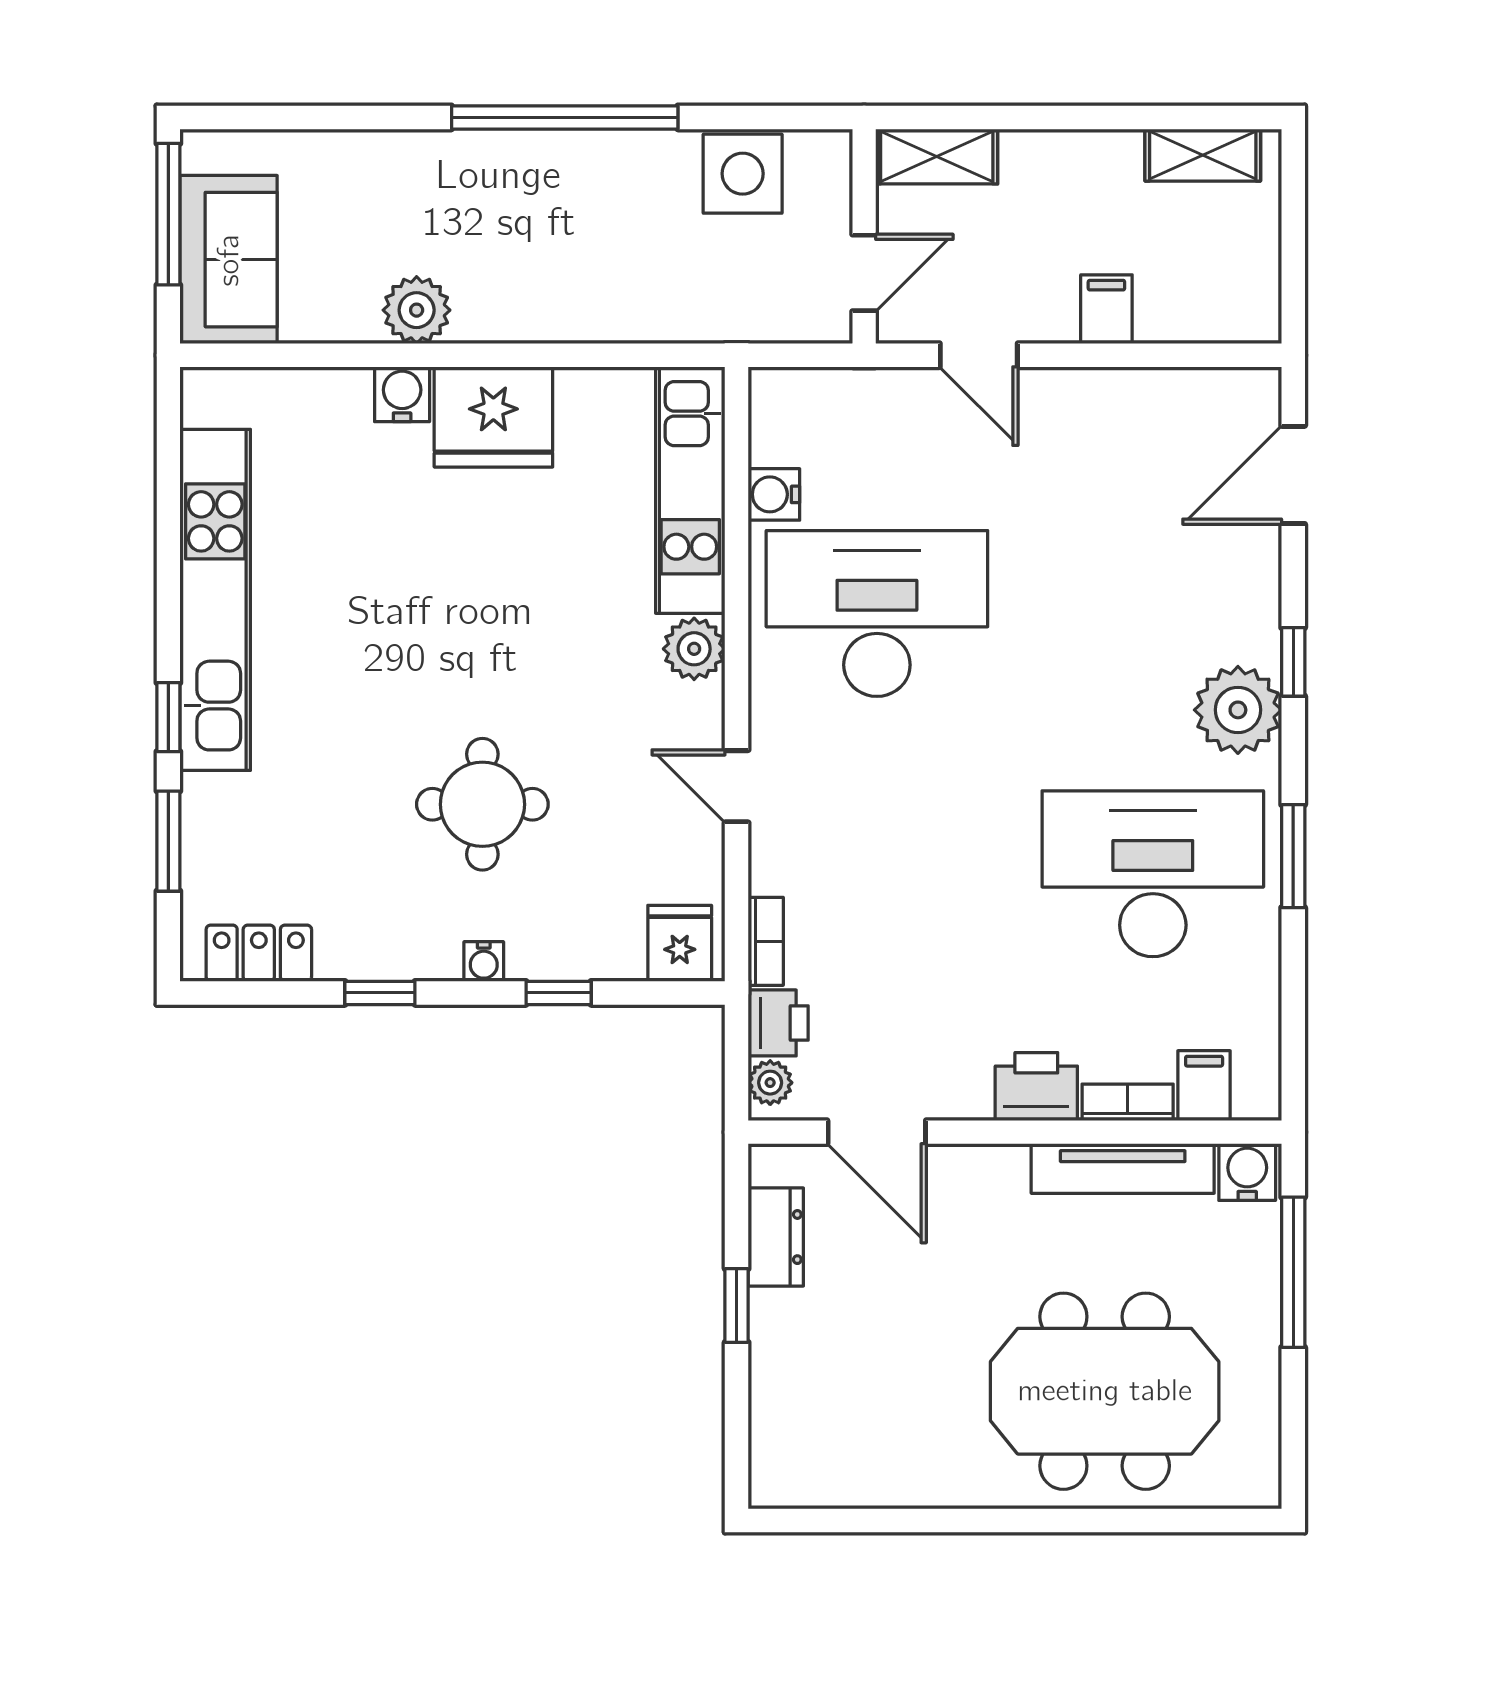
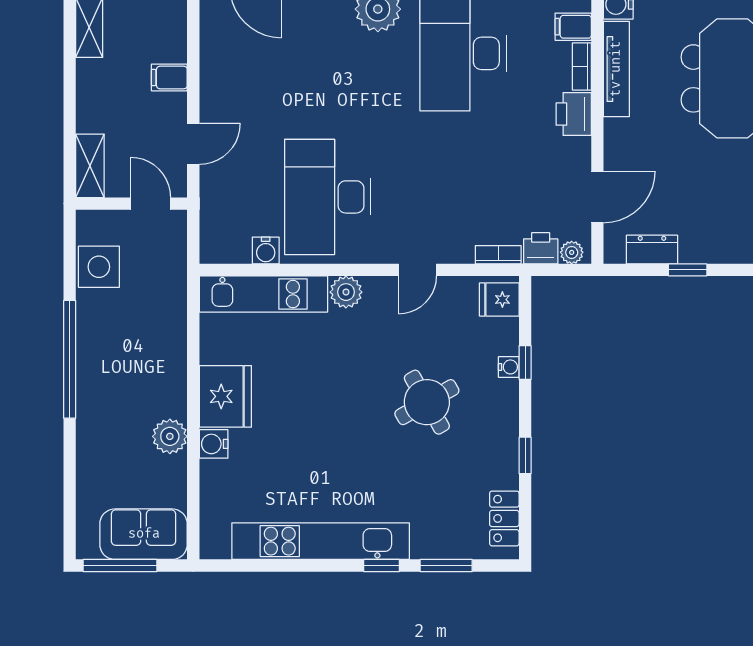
round table: (482, 804) -> (427, 402), turned -30
water cooler: (484, 962) -> (509, 367), moved

